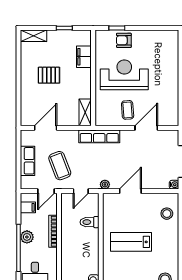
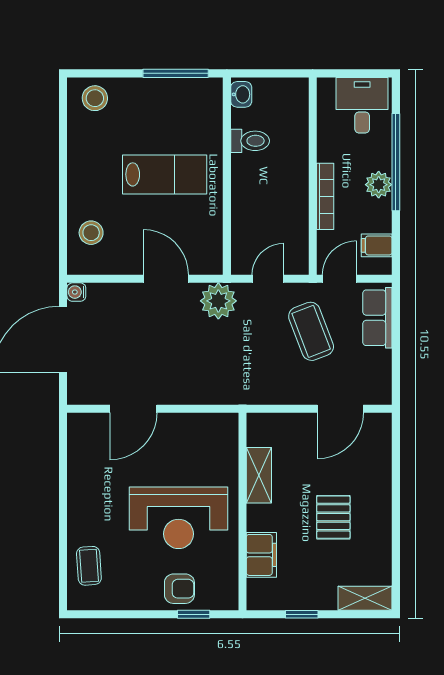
pallet: (49, 75) -> (333, 517), turned 90
coffee table: (128, 110) -> (89, 566), moved
shelving: (85, 112) -> (259, 475), moved
row of seats: (99, 136) -> (230, 391), removed
row of seats: (27, 161) -> (377, 318), moved
plant: (105, 185) -> (218, 301), width x1.87, depth x1.87
door: (130, 191) -> (166, 279), swing flipped
toilet: (89, 222) -> (250, 141), moved

